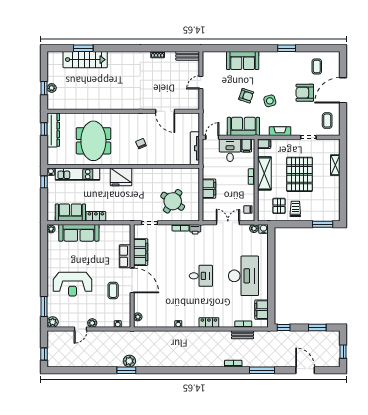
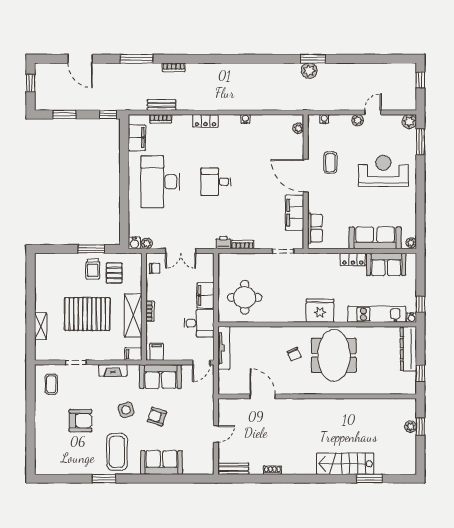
stairs: (85, 60) -> (345, 464), moved
coffee table: (317, 66) -> (117, 452), moved, width x1.86, depth x1.72
door: (343, 90) -> (31, 424), removed
dresser: (53, 130) -> (408, 349), moved
meeting table: (93, 141) -> (334, 355), moved
desk: (230, 150) -> (199, 323), moved, turned -90
pallet: (300, 174) -> (87, 314), turned 90
round table: (173, 201) -> (245, 297), moved, turned -34
window: (323, 224) -> (91, 249), moved
row of seats: (125, 256) -> (315, 228), moved

